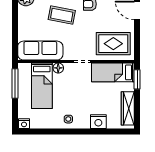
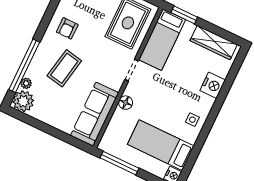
bed: (42, 86) -> (161, 145), moved, turned 180

